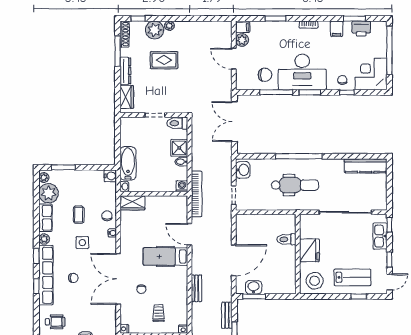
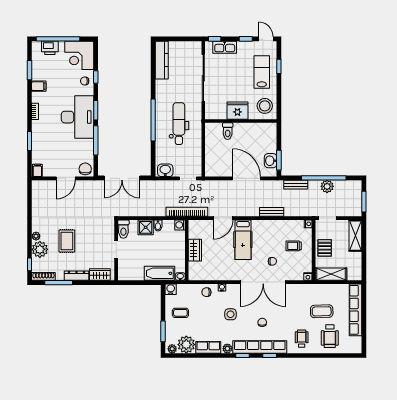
printer: (361, 29) -> (50, 48), moved, turned 90
plant: (242, 40) -> (49, 171), removed
chair: (265, 75) -> (85, 169), moved
wardrobe: (132, 203) -> (195, 250), moved
coffee table: (79, 215) -> (180, 313), moved

